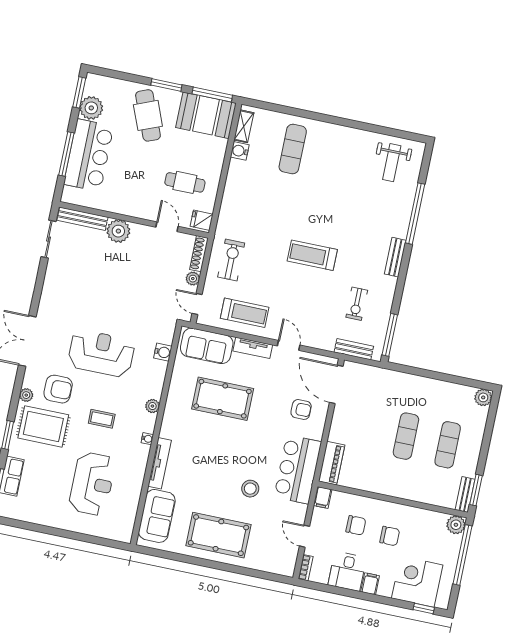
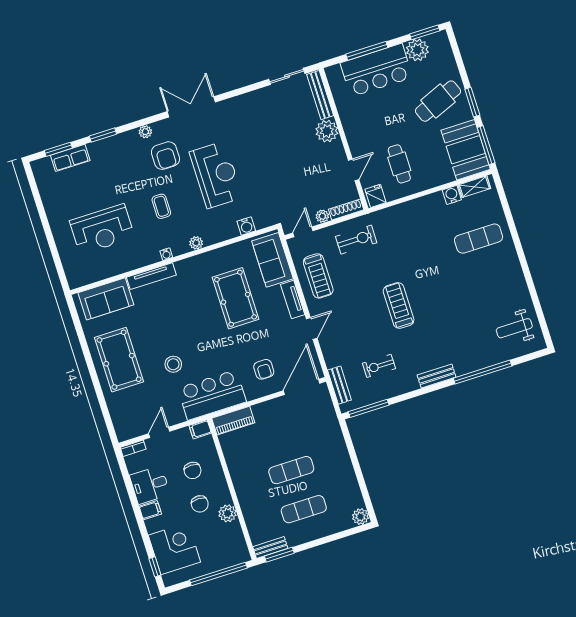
rug: (43, 426) -> (127, 161), removed
plant: (456, 525) -> (228, 513), moved

